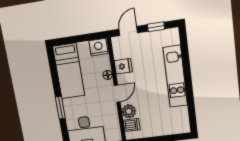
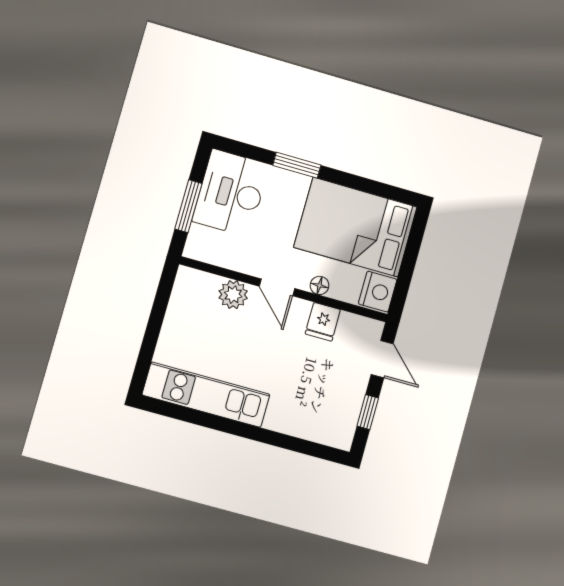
bed: (69, 71) -> (355, 227), width x1.50
kitchen unit: (175, 77) -> (206, 395), moved
dishwasher: (132, 125) -> (204, 288), removed

